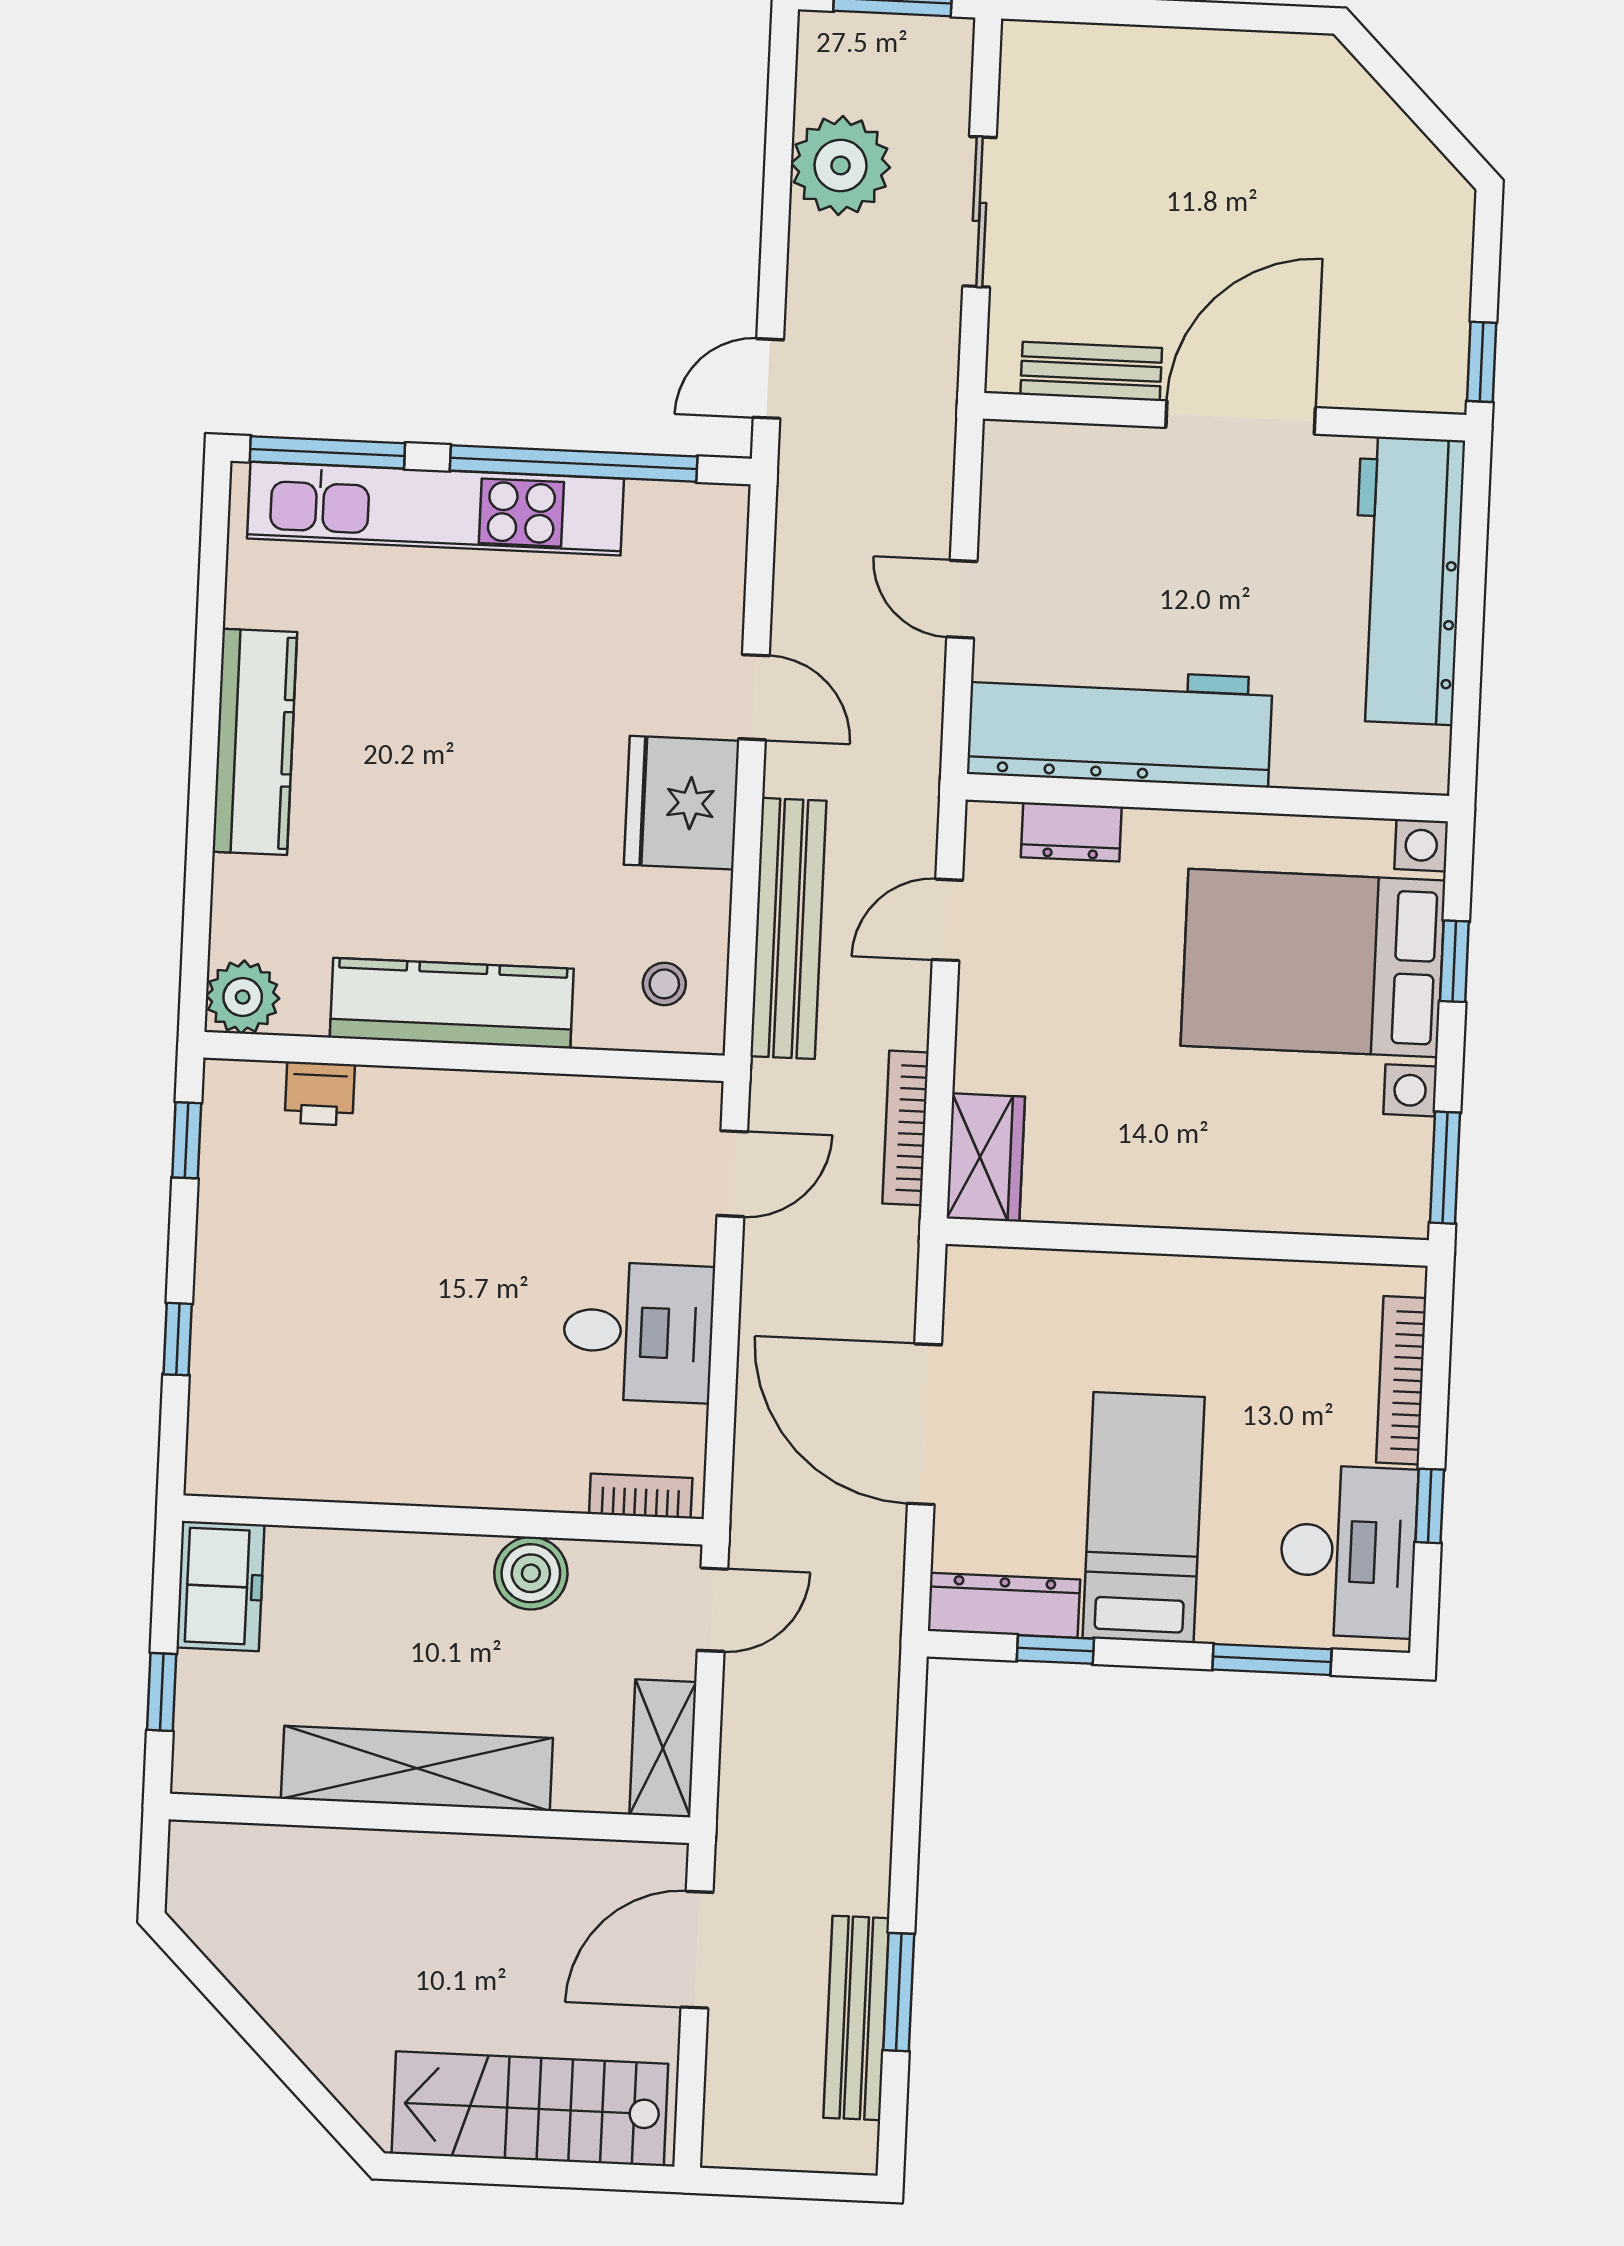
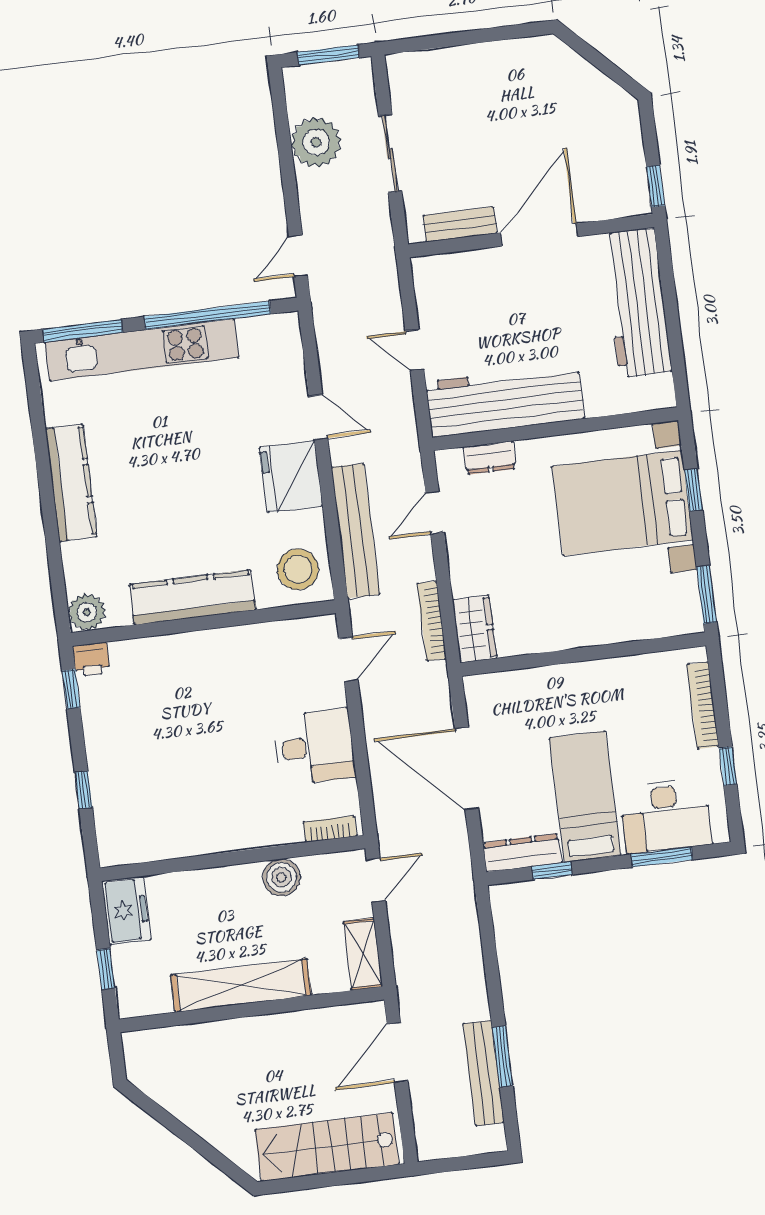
stool: (664, 984) -> (298, 569), width x1.89, depth x1.89
printer: (320, 1093) -> (91, 659), moved
desk: (1348, 1551) -> (666, 816), moved, turned 90

